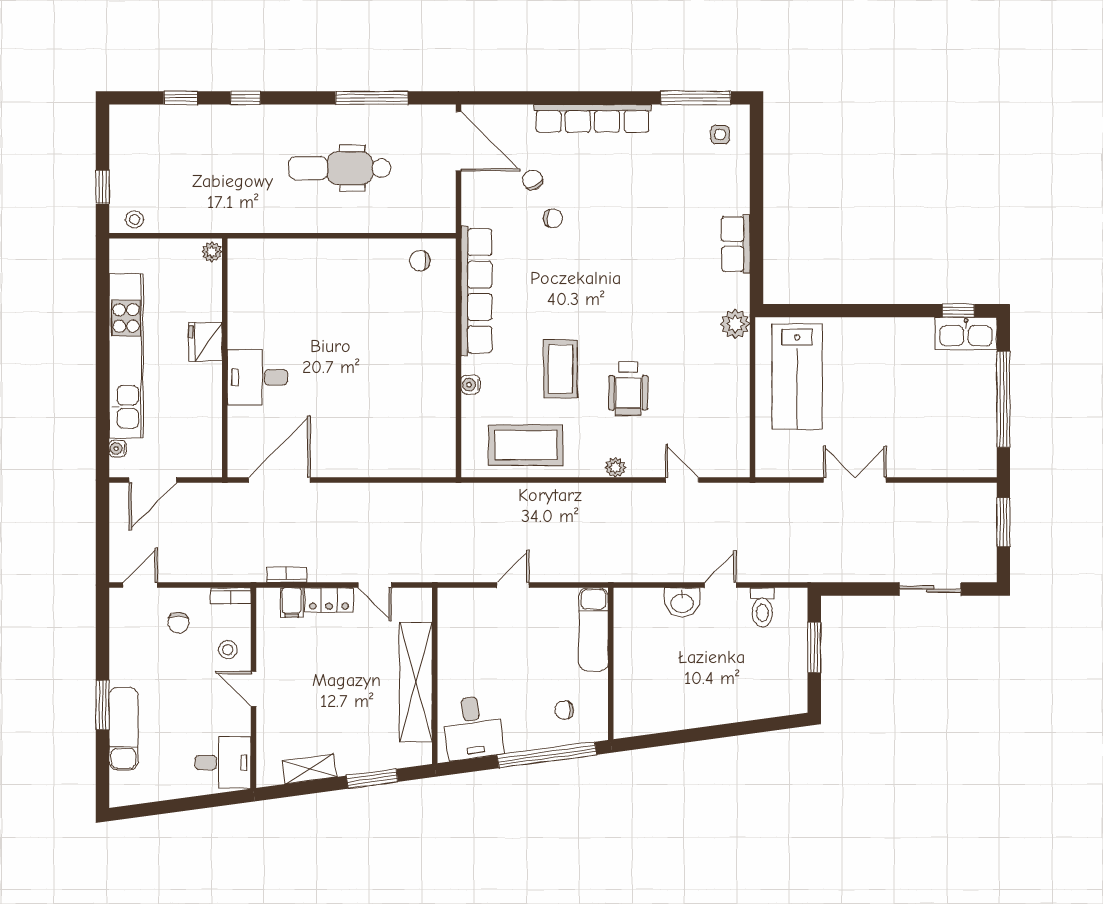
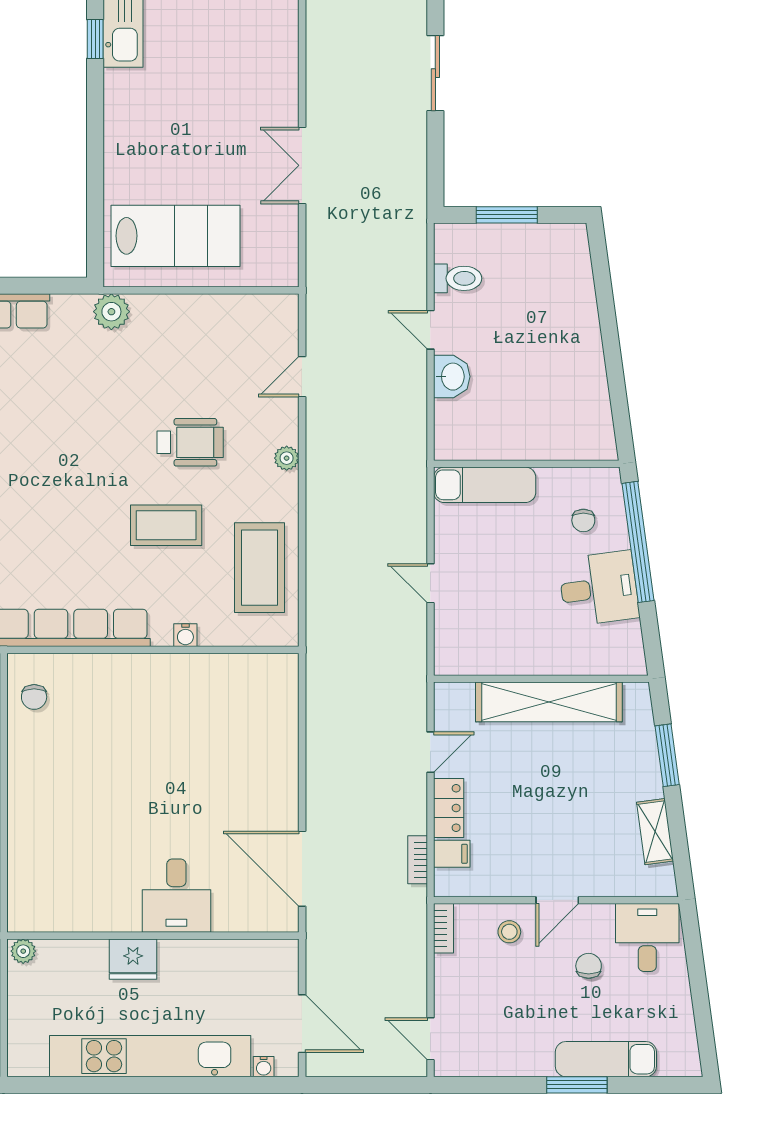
chair: (178, 623) -> (589, 966), moved, turned -90
desk: (473, 728) -> (599, 588), moved

